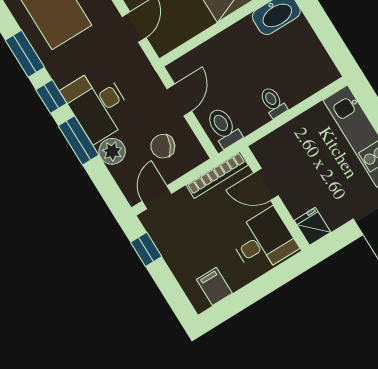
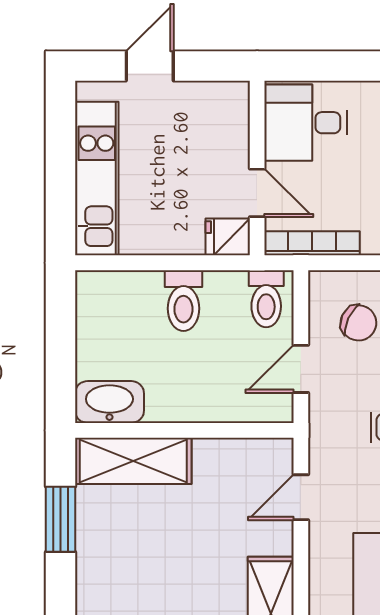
toilet: (273, 102) -> (183, 301), width x1.37, depth x1.39
fridge: (312, 226) -> (228, 237), moved, turned 90

